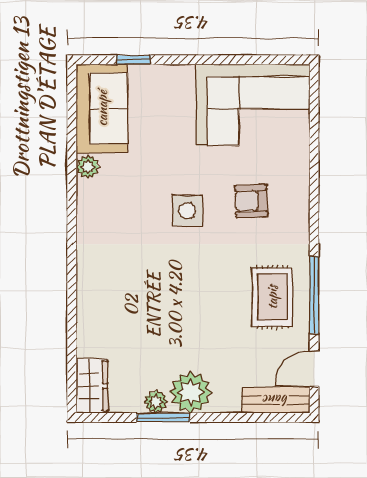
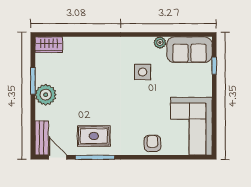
armchair: (251, 201) -> (152, 143), moved
side table: (187, 211) -> (143, 72), moved
plant: (156, 402) -> (41, 77), removed

